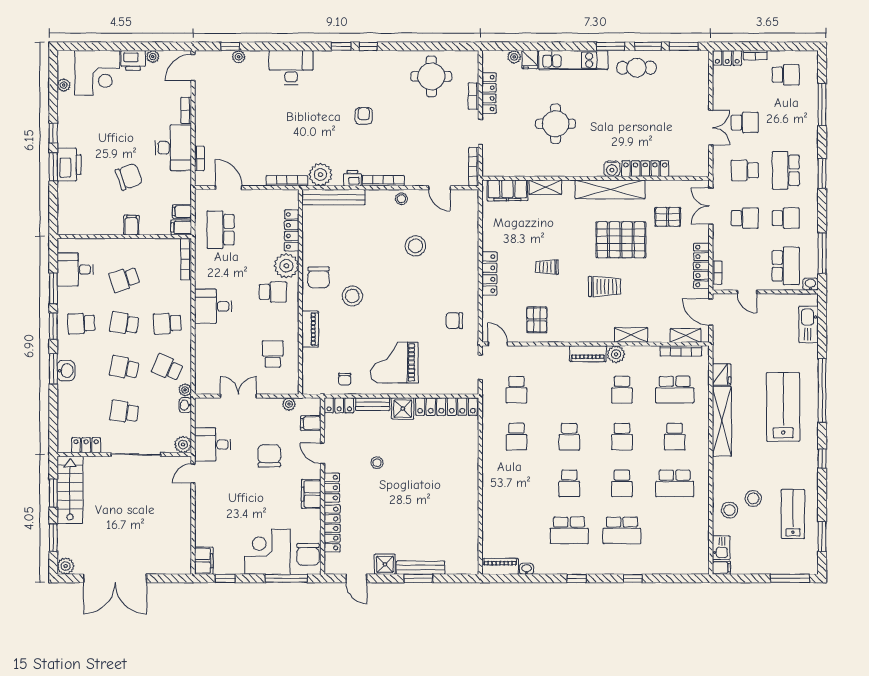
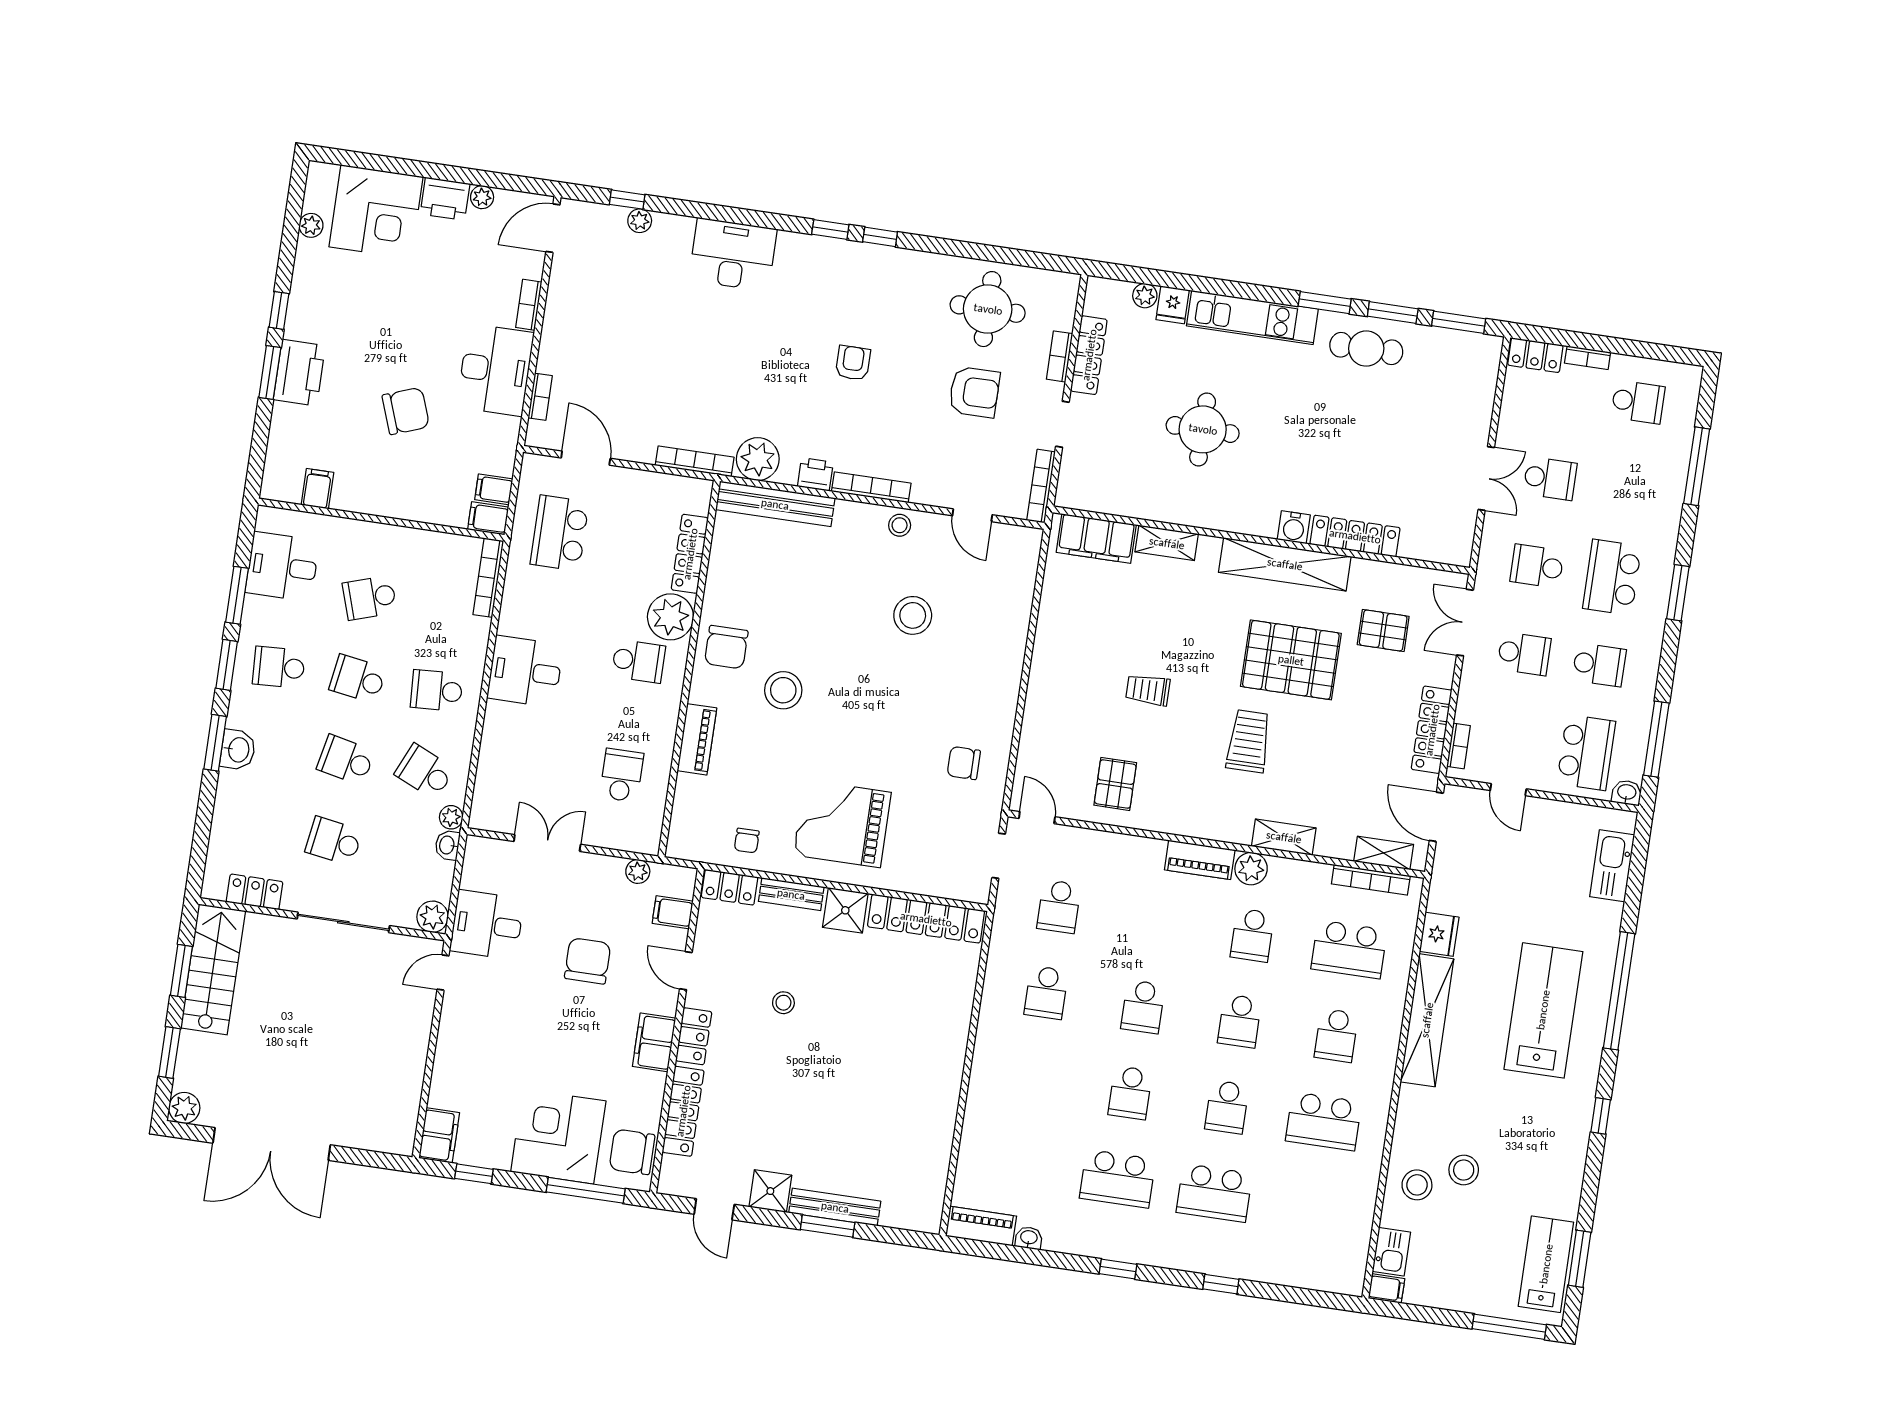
armchair: (431, 122) -> (974, 392), added
filing cabinet: (131, 225) -> (317, 489), moved
locker: (489, 274) -> (1041, 686), removed
trolley: (605, 287) -> (1249, 741), turned -90
lab bench: (793, 514) -> (1546, 1264), moved
chair: (308, 554) -> (632, 1152), turned 90

